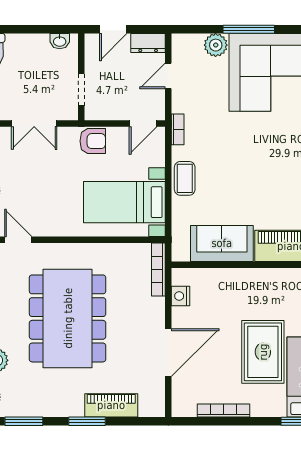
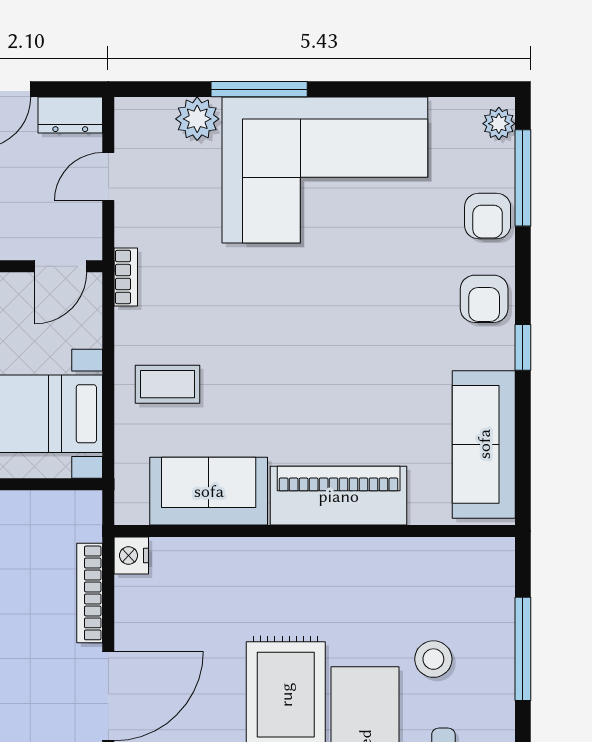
coffee table: (185, 178) -> (167, 384), moved, turned 90
bookcase: (158, 269) -> (90, 593), moved
nightstand: (181, 296) -> (131, 555), moved

